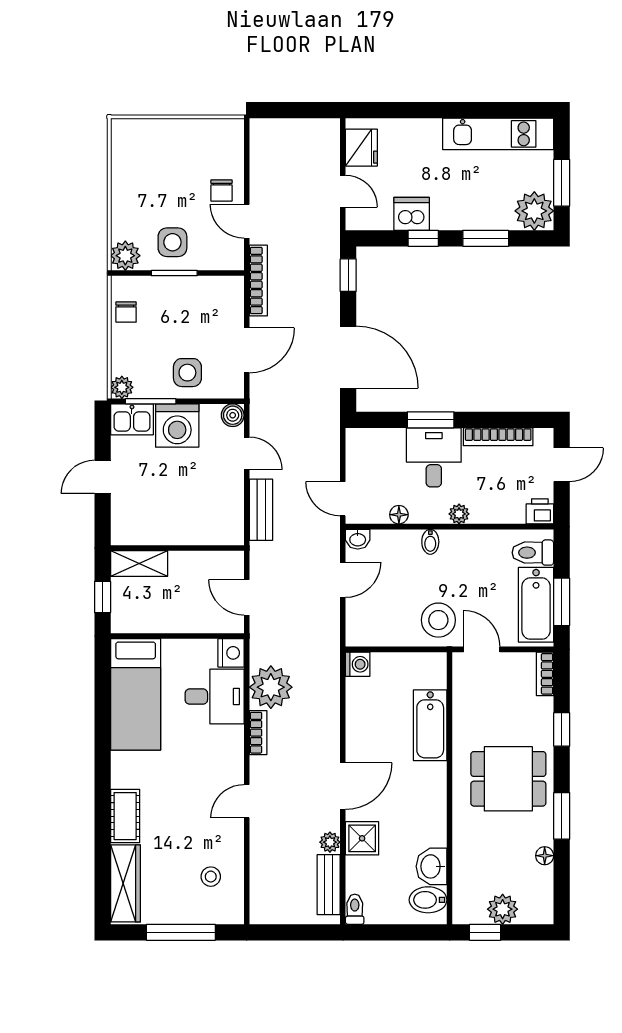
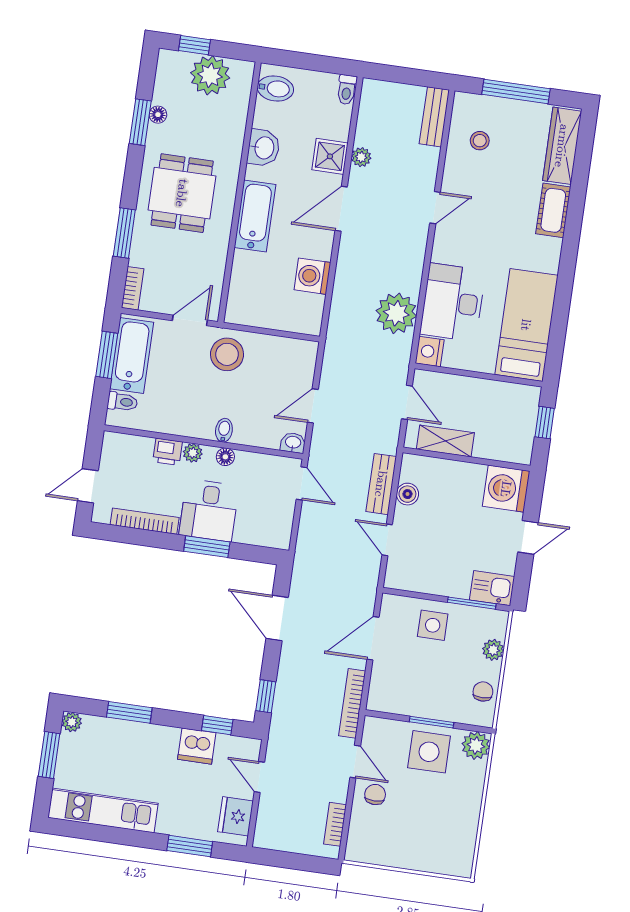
window: (404, 110) -> (190, 846), added
plant: (534, 211) -> (72, 722), width x0.53, depth x0.53
window: (423, 238) -> (217, 725), moved
side table: (172, 242) -> (429, 752), width x1.37, depth x1.37
door: (348, 357) -> (277, 618), width x0.73
plant: (122, 387) -> (493, 650), moved
boiler: (233, 415) -> (407, 494), moved
washing machine: (177, 426) -> (506, 489), moved, turned -90
printer: (540, 511) -> (168, 452), moved
floor lamp: (399, 515) -> (225, 457), moved
toilet: (533, 553) -> (122, 402), width x0.73, depth x0.72
shelving: (139, 563) -> (445, 441), moved
door: (482, 649) -> (190, 320), swing flipped
washing machine: (358, 664) -> (312, 276), moved, width x1.38, depth x1.38
desk: (215, 697) -> (453, 302), width x1.37
bathtub: (430, 725) -> (255, 216), moved
window: (562, 729) -> (124, 233), width x1.50
bookcase: (258, 733) -> (335, 824), moved
dining table: (508, 779) -> (182, 193), turned 90
window: (562, 816) -> (140, 122), moved
washbasin: (431, 866) -> (264, 148), moved
bench: (329, 885) -> (434, 117), moved
plant: (503, 909) -> (210, 75), width x1.36, depth x1.36
window: (485, 932) -> (194, 45), moved

